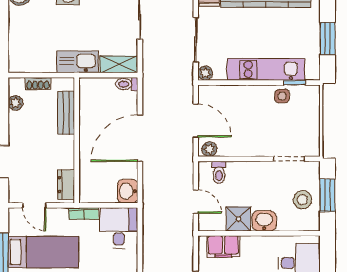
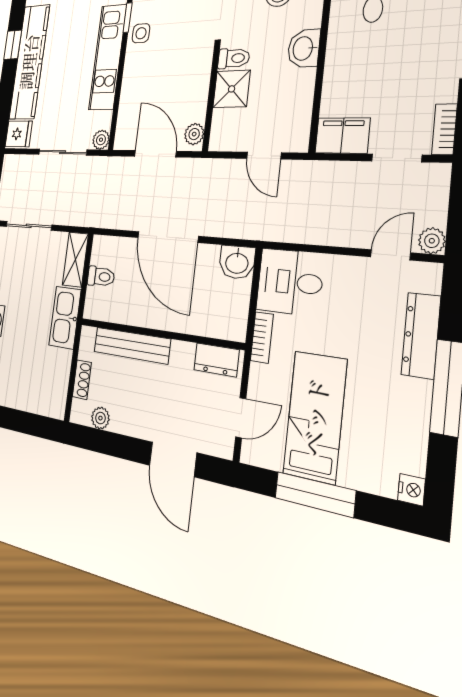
toilet: (127, 84) -> (101, 277), moved, turned -90
bench: (66, 113) -> (132, 345), width x1.36
door: (196, 121) -> (155, 154), hinge flipped
toilet: (219, 172) -> (234, 58), moved
door: (196, 202) -> (264, 156), swing flipped
shower: (238, 219) -> (232, 89), moved
filing cabinet: (223, 246) -> (342, 136), moved, turned -90

